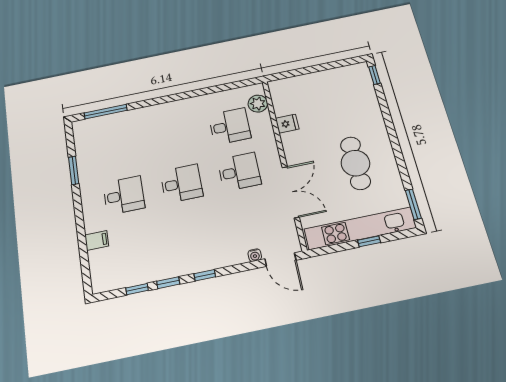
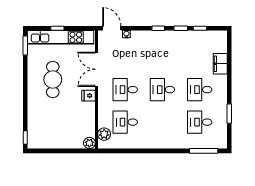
plant: (277, 87) -> (89, 143), added
fridge: (287, 124) -> (89, 96), moved
desk: (117, 149) -> (200, 122), added
filing cabinet: (97, 240) -> (220, 64), width x2.00

